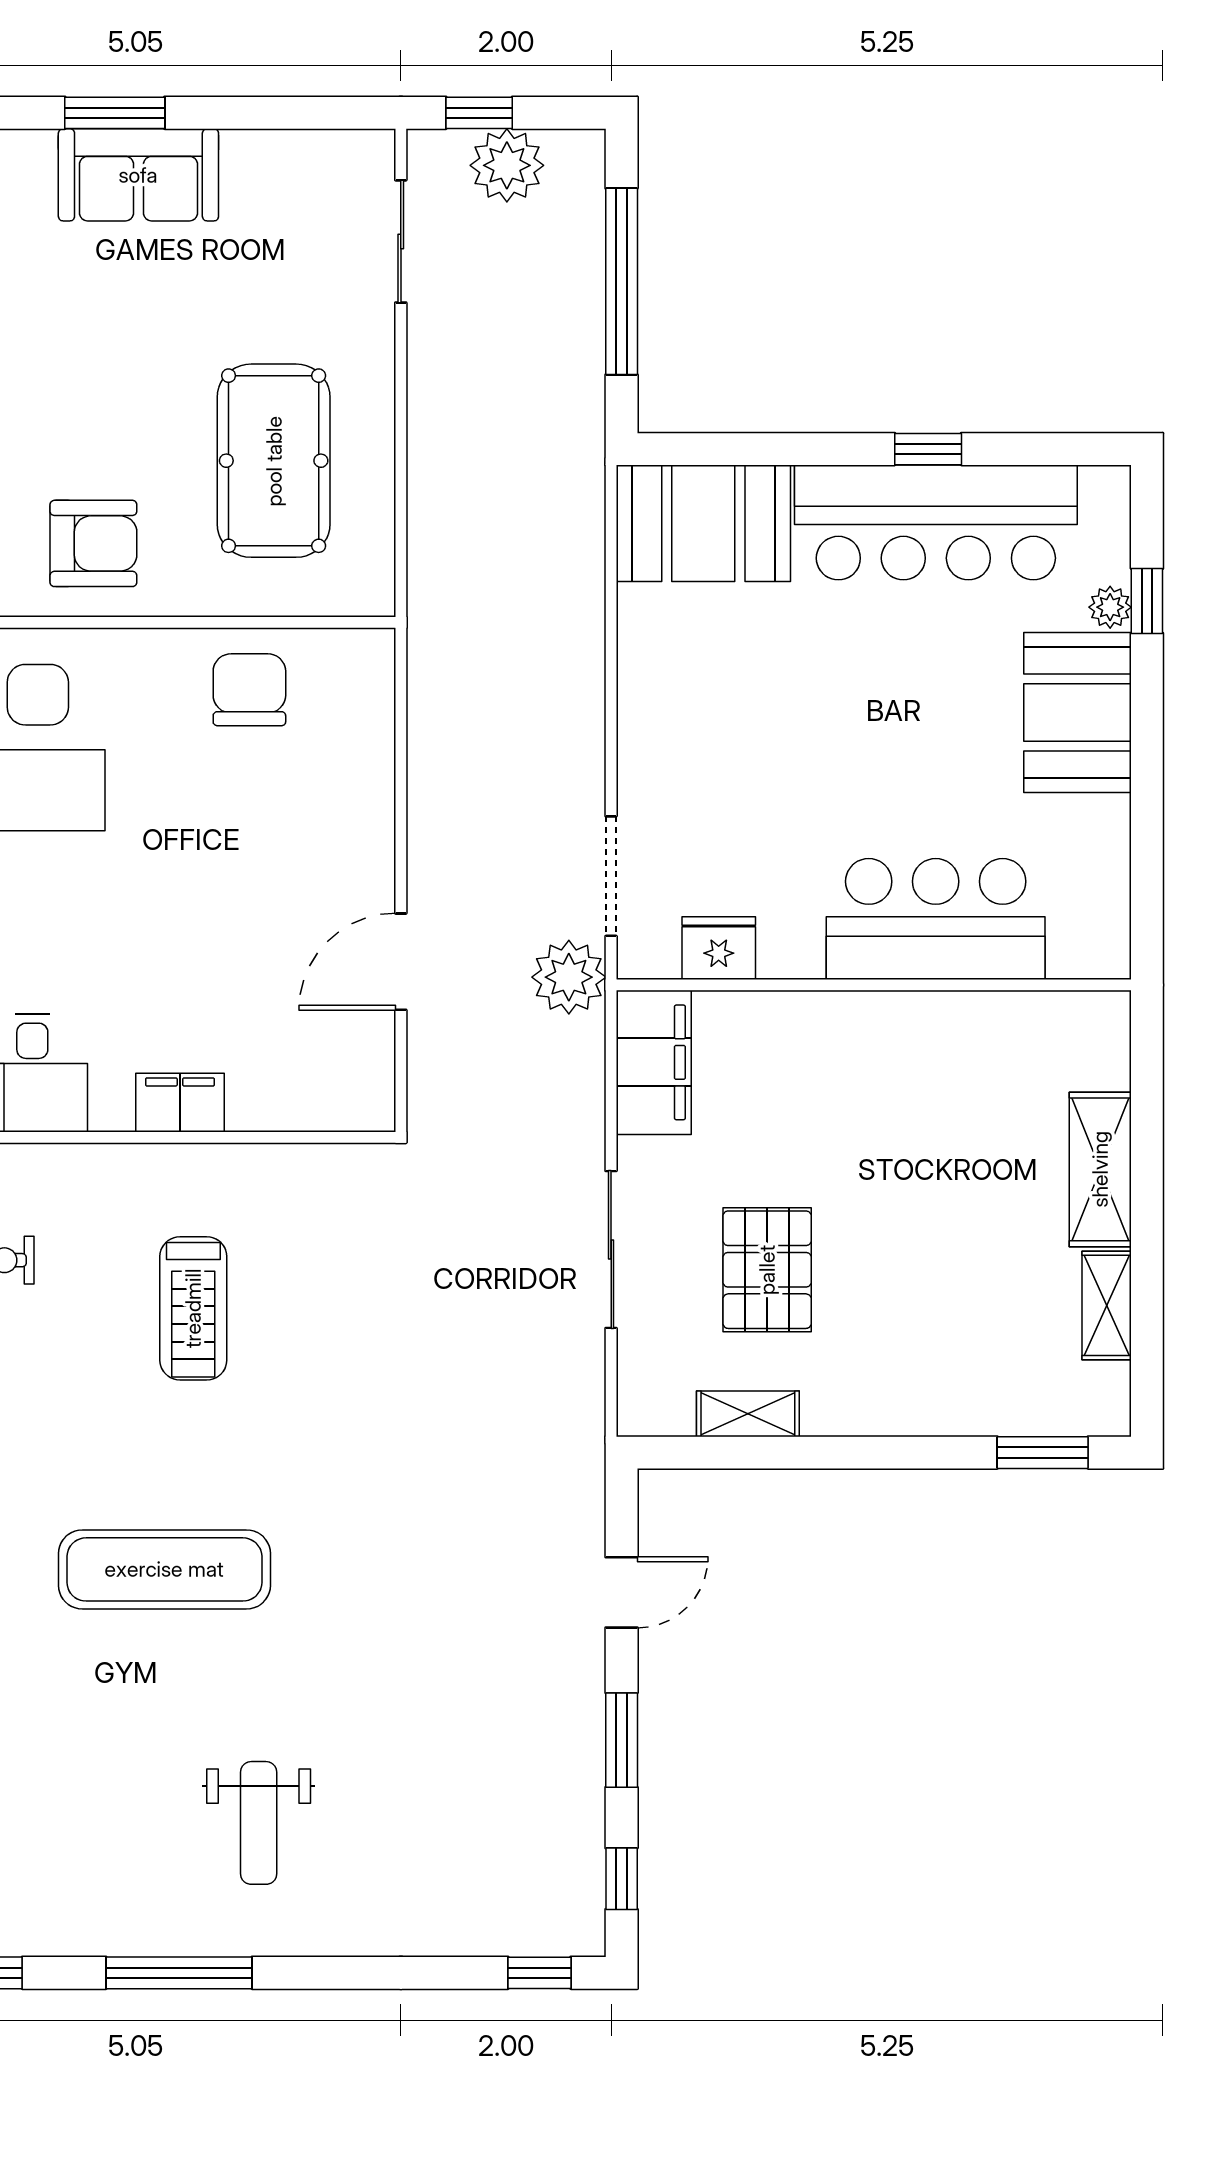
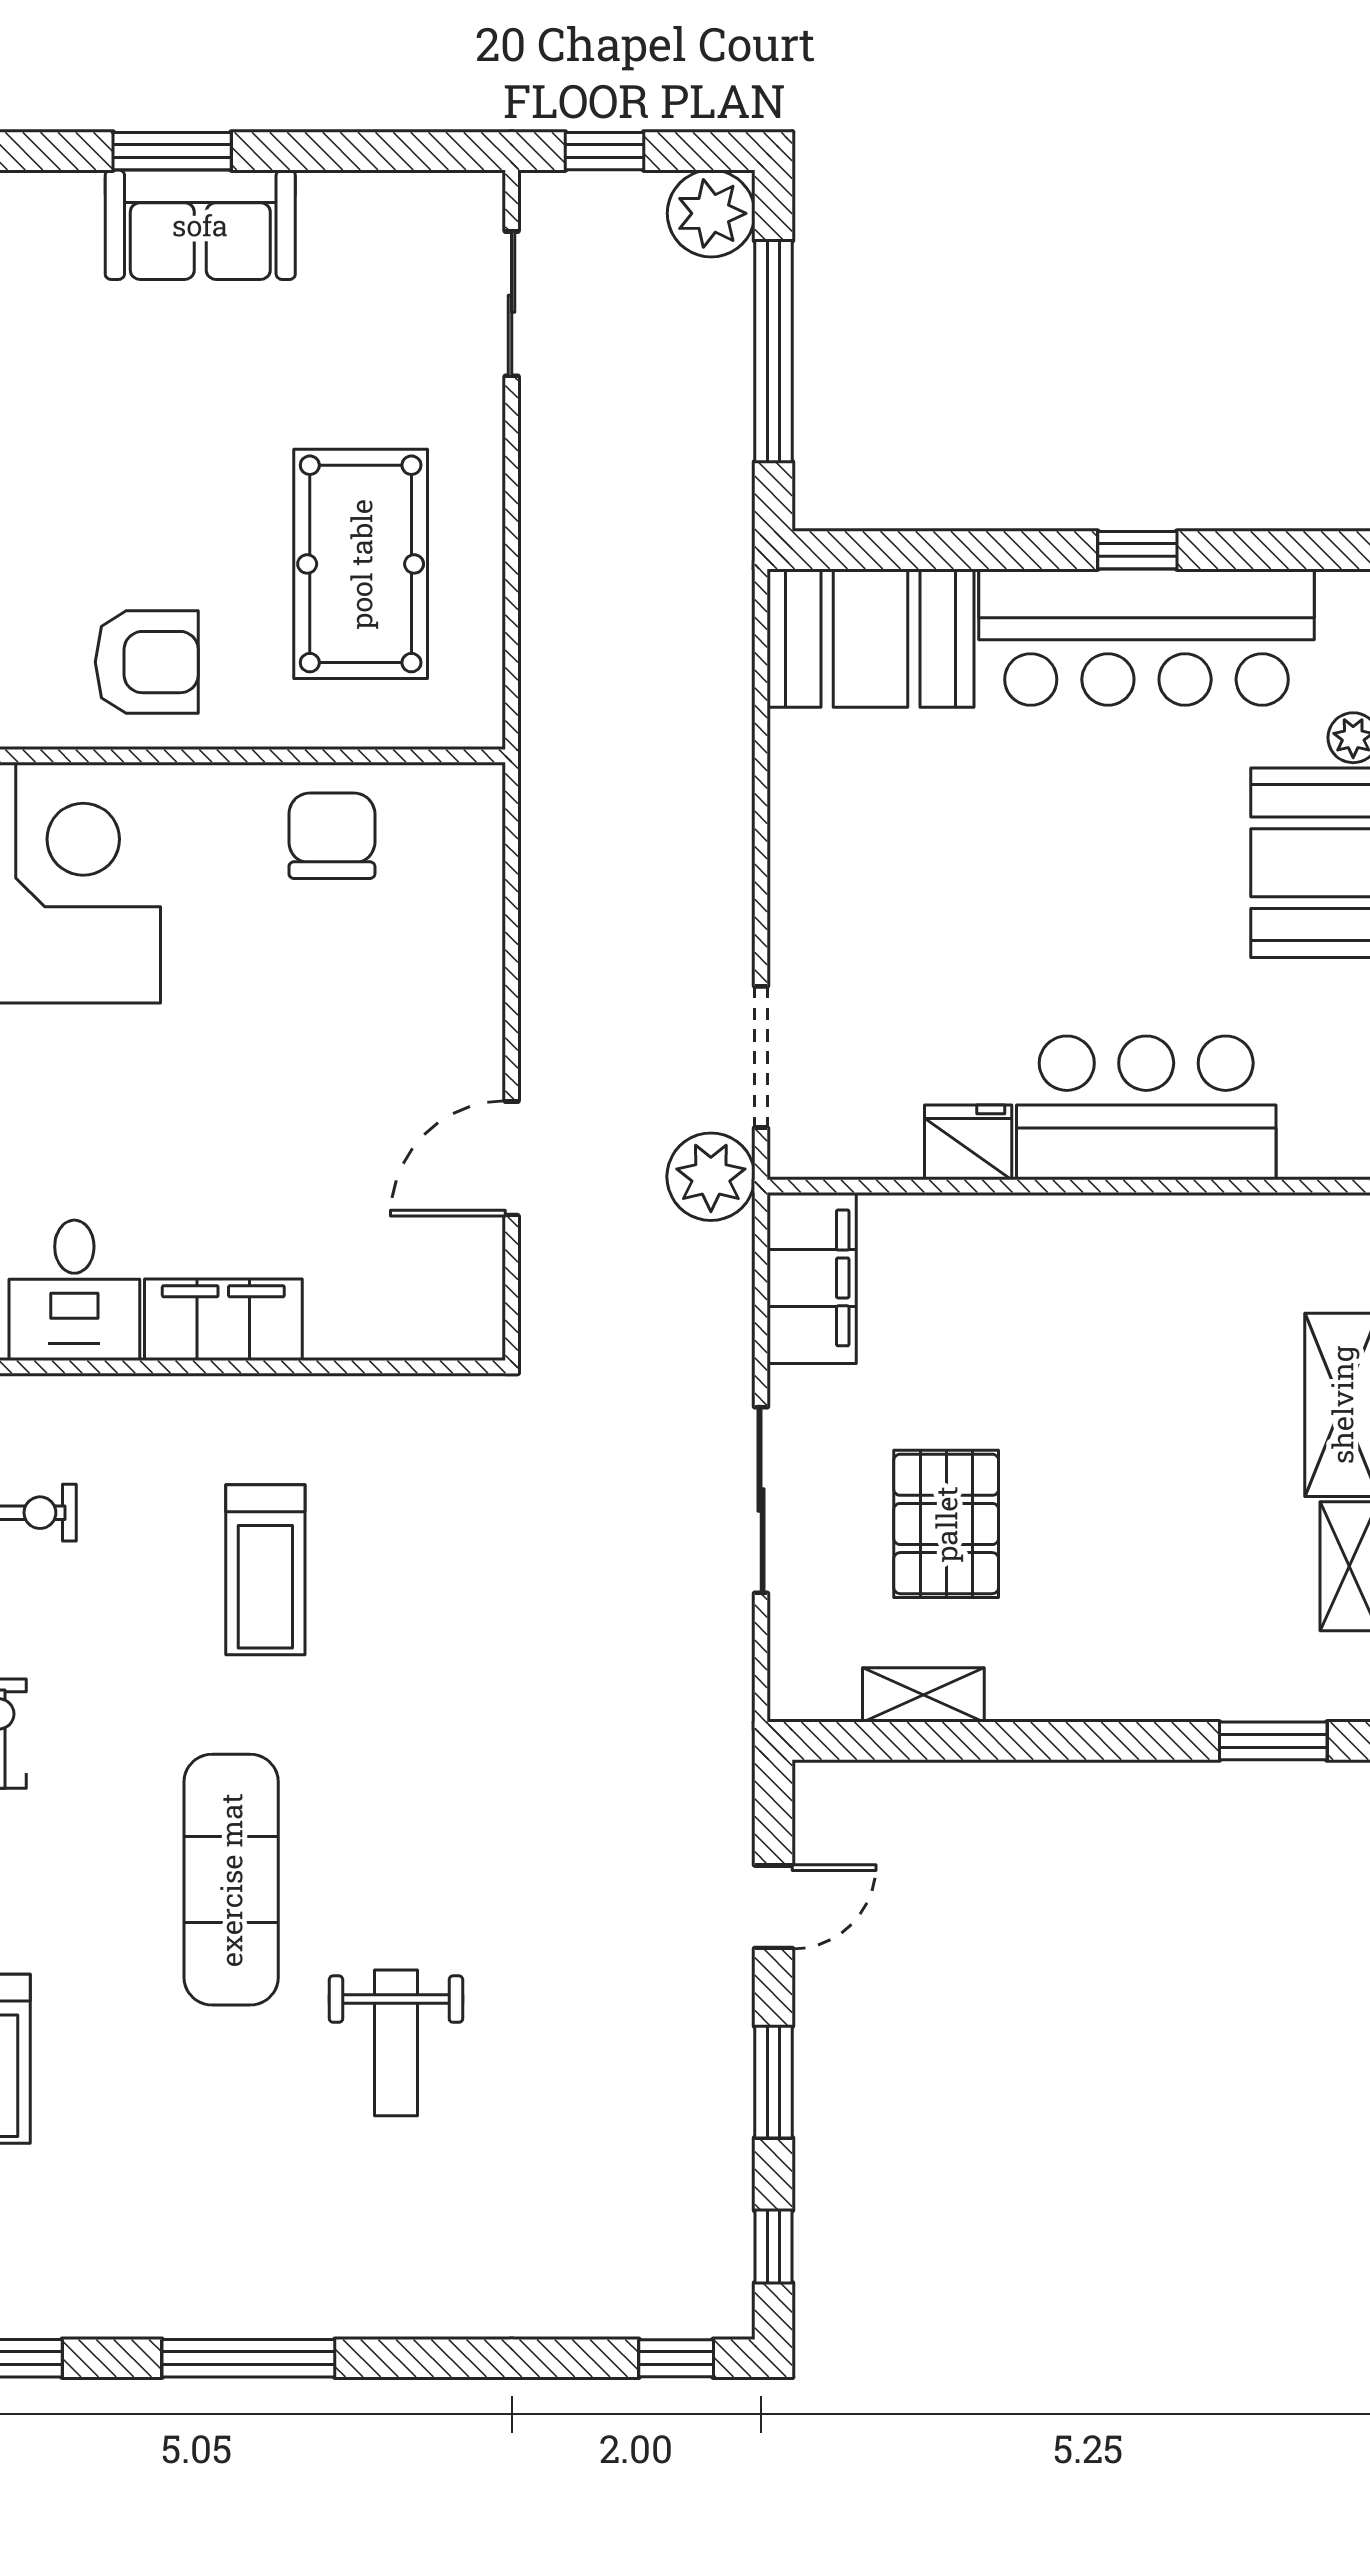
plant: (507, 165) -> (711, 213), moved
fridge: (719, 948) -> (968, 1142), moved
filing cabinet: (180, 1103) -> (223, 1320), width x1.50, depth x1.17
exercise mat: (164, 1569) -> (231, 1880), turned 90
weight bench: (259, 1823) -> (396, 2043), moved

